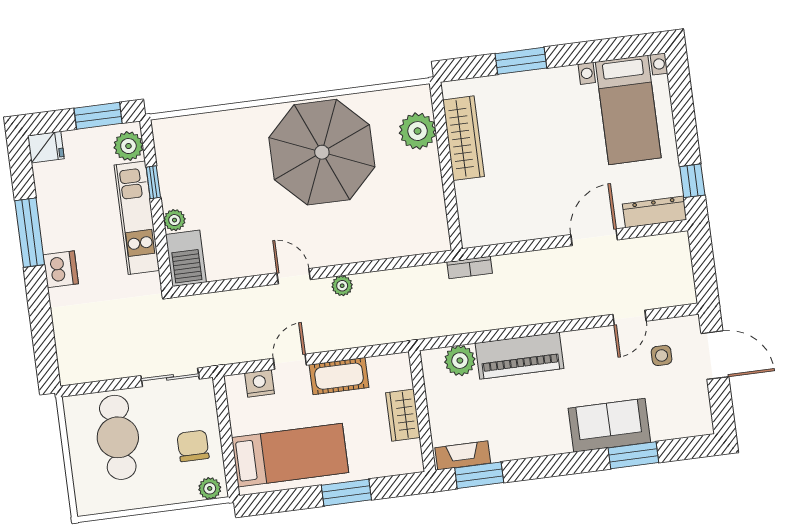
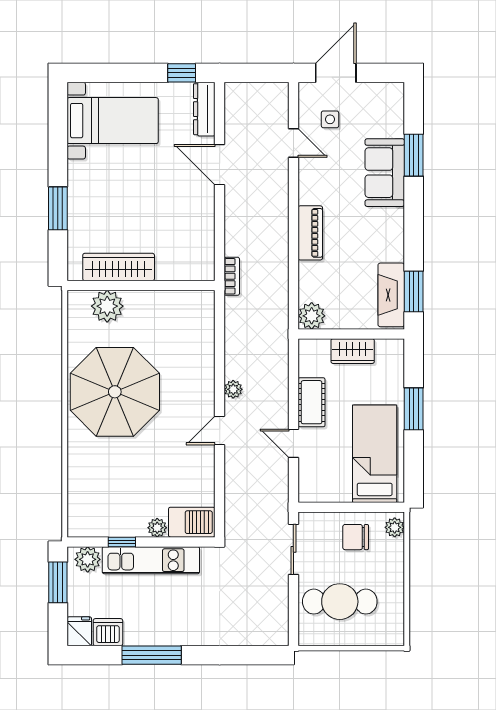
dishwasher: (61, 269) -> (108, 632), moved
piano: (520, 356) -> (310, 233), width x0.73, depth x0.75
plant: (460, 361) -> (312, 316), moved
nightstand: (260, 383) -> (309, 472), removed
fireplace: (463, 455) -> (391, 295), width x1.37, depth x1.32

